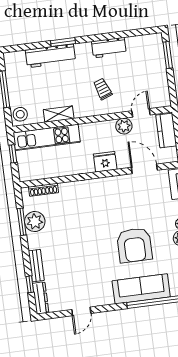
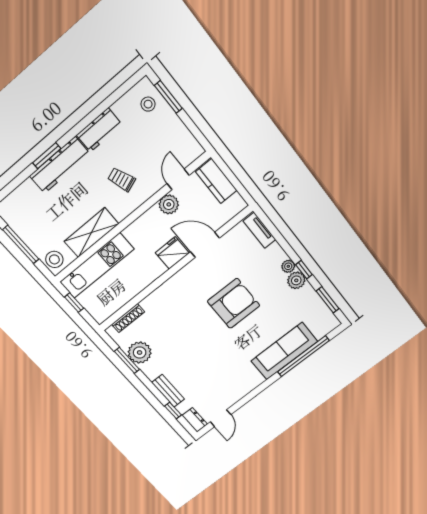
stool: (152, 51) -> (148, 104), added
workbench: (50, 56) -> (60, 165), moved
shelving: (59, 114) -> (91, 233), width x1.50, depth x1.33
door: (144, 169) -> (205, 245), moved
armchair: (134, 245) -> (234, 303), moved, turned -90
dresser: (41, 298) -> (195, 420), width x0.70
door: (81, 311) -> (220, 418), moved

